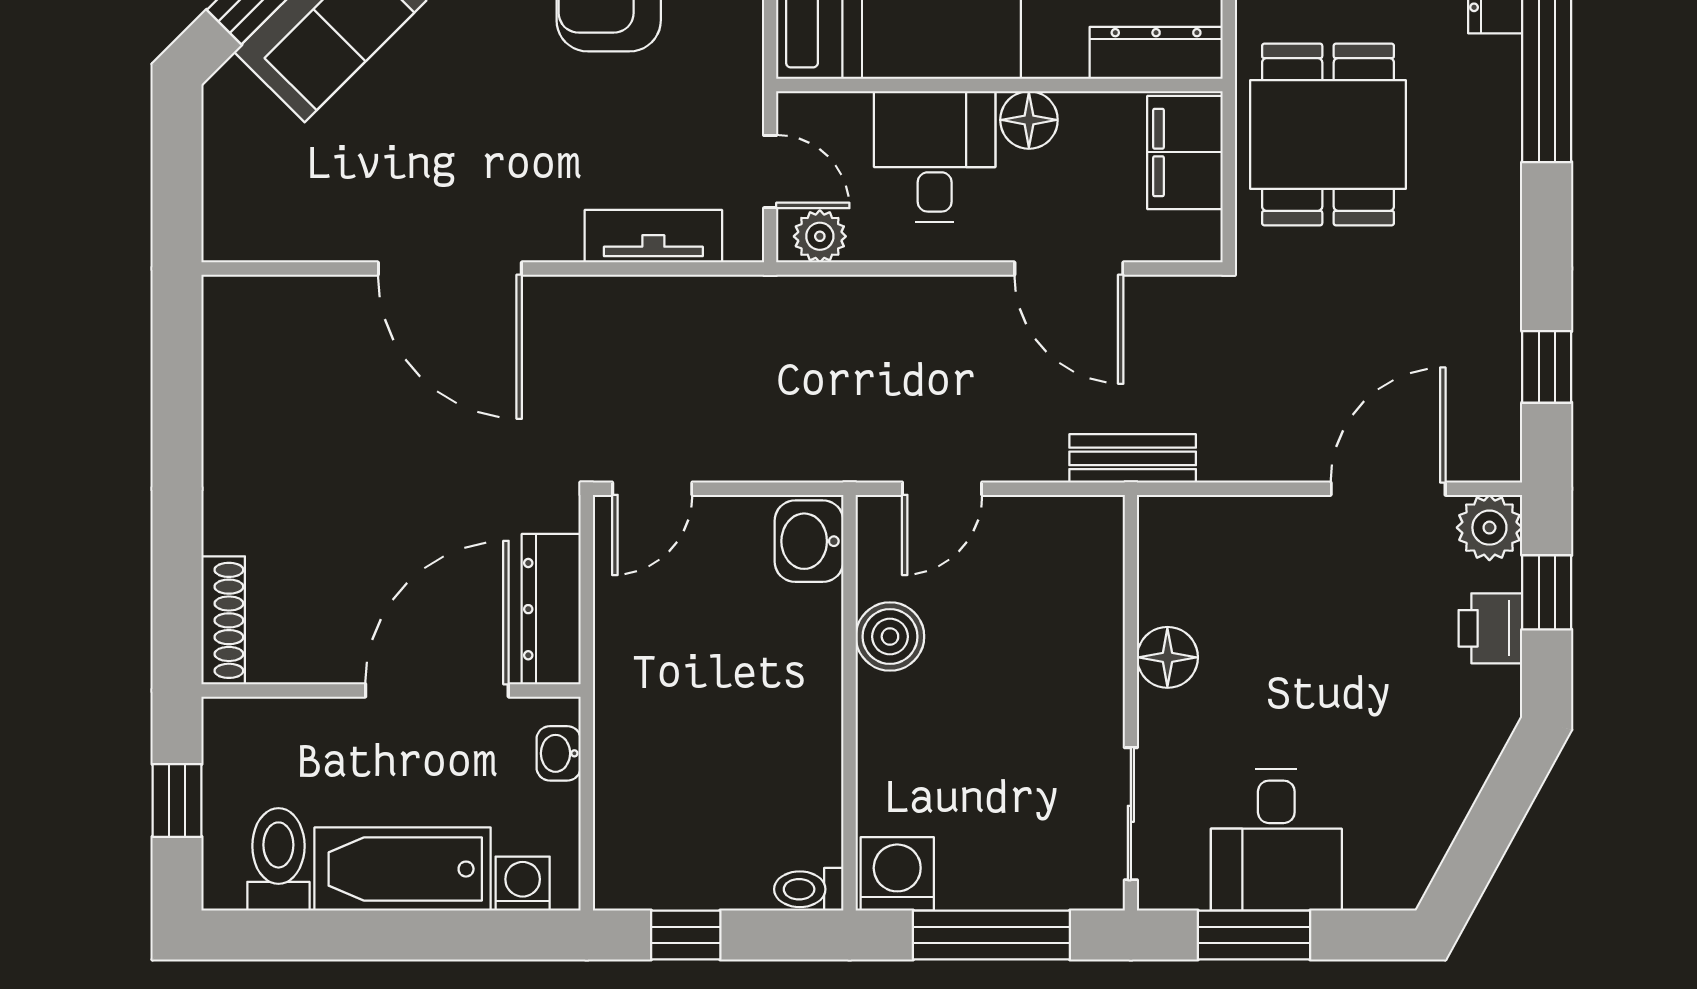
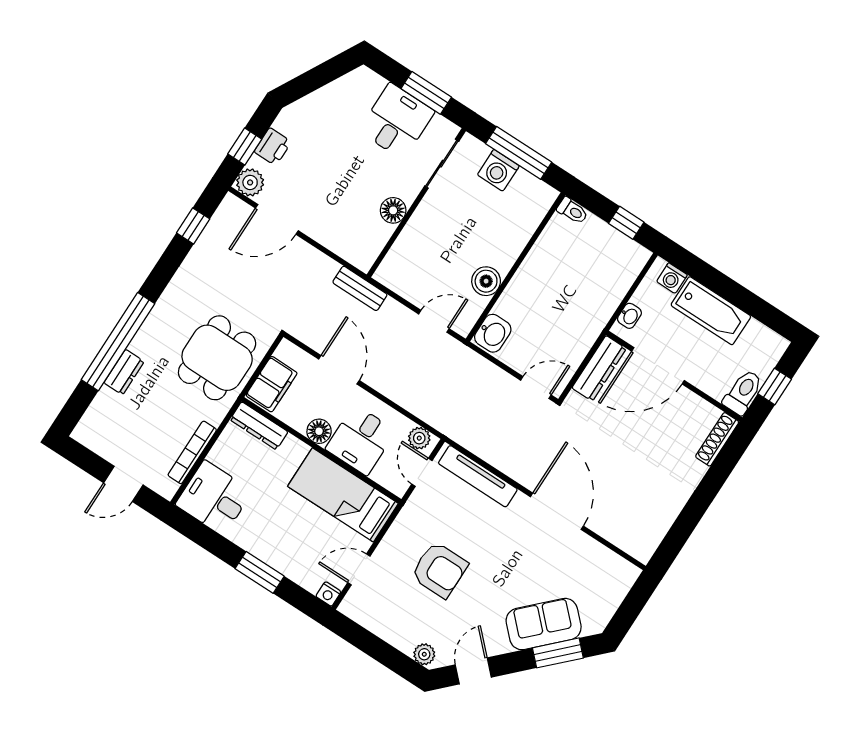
tv unit: (653, 236) -> (478, 476), width x1.41
toilet: (278, 859) -> (743, 392), moved, turned 180
washing machine: (897, 874) -> (498, 170), moved

